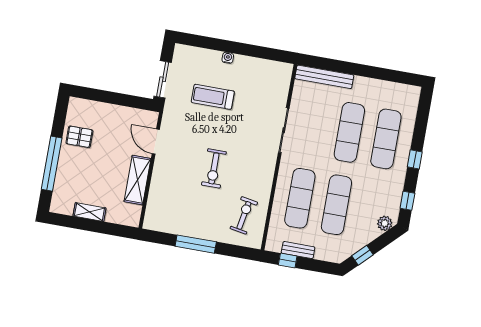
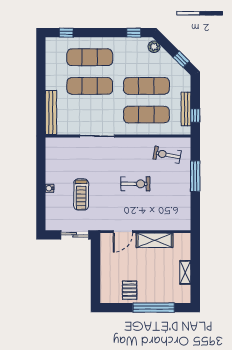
window: (415, 159) -> (66, 33), moved
window: (196, 244) -> (195, 176), moved
bench: (298, 250) -> (186, 109), width x1.36

